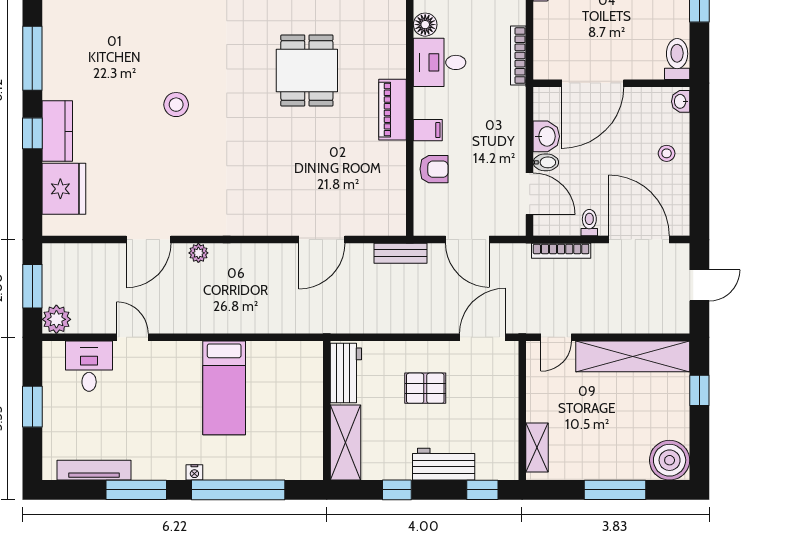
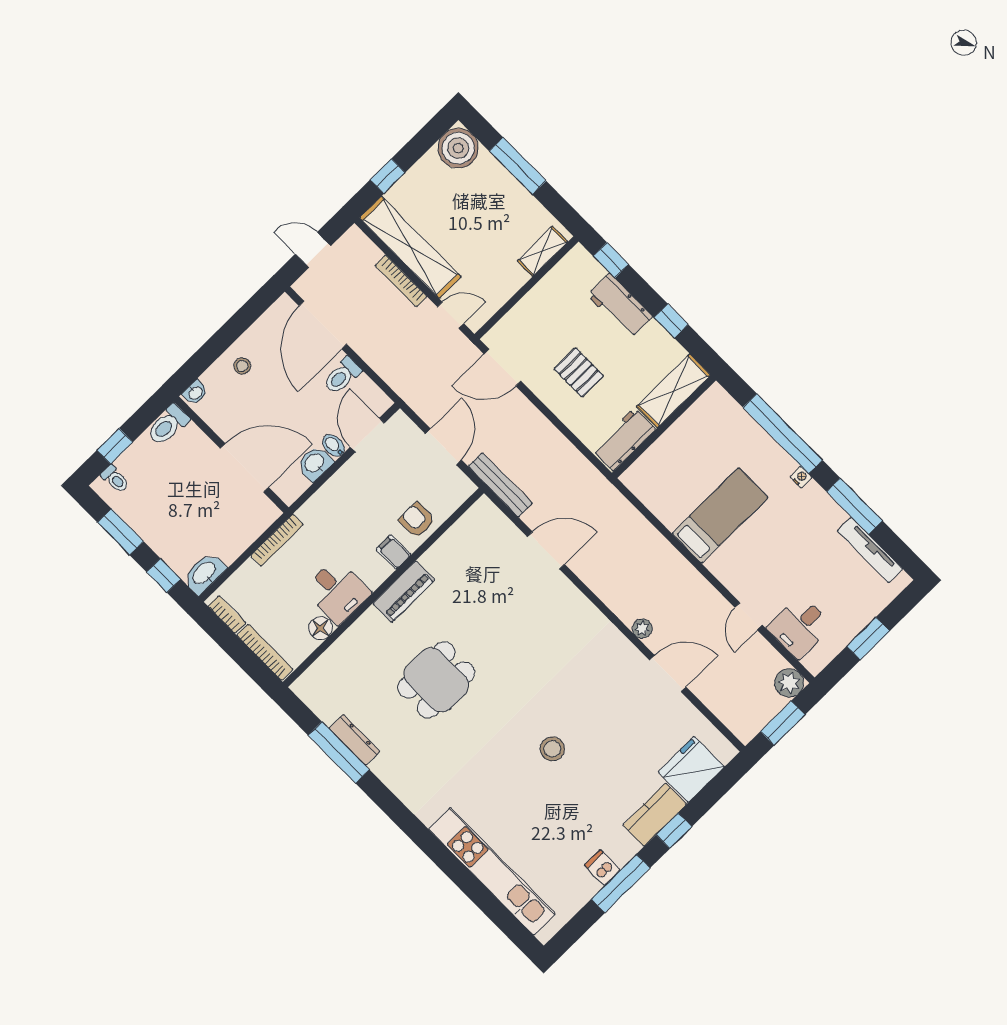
dishwasher: (57, 56) -> (602, 868), added
toilet: (589, 223) -> (342, 376), width x1.37, depth x1.39
bookcase: (561, 251) -> (401, 281), moved, turned 180
bench: (400, 253) -> (500, 485), width x1.36

